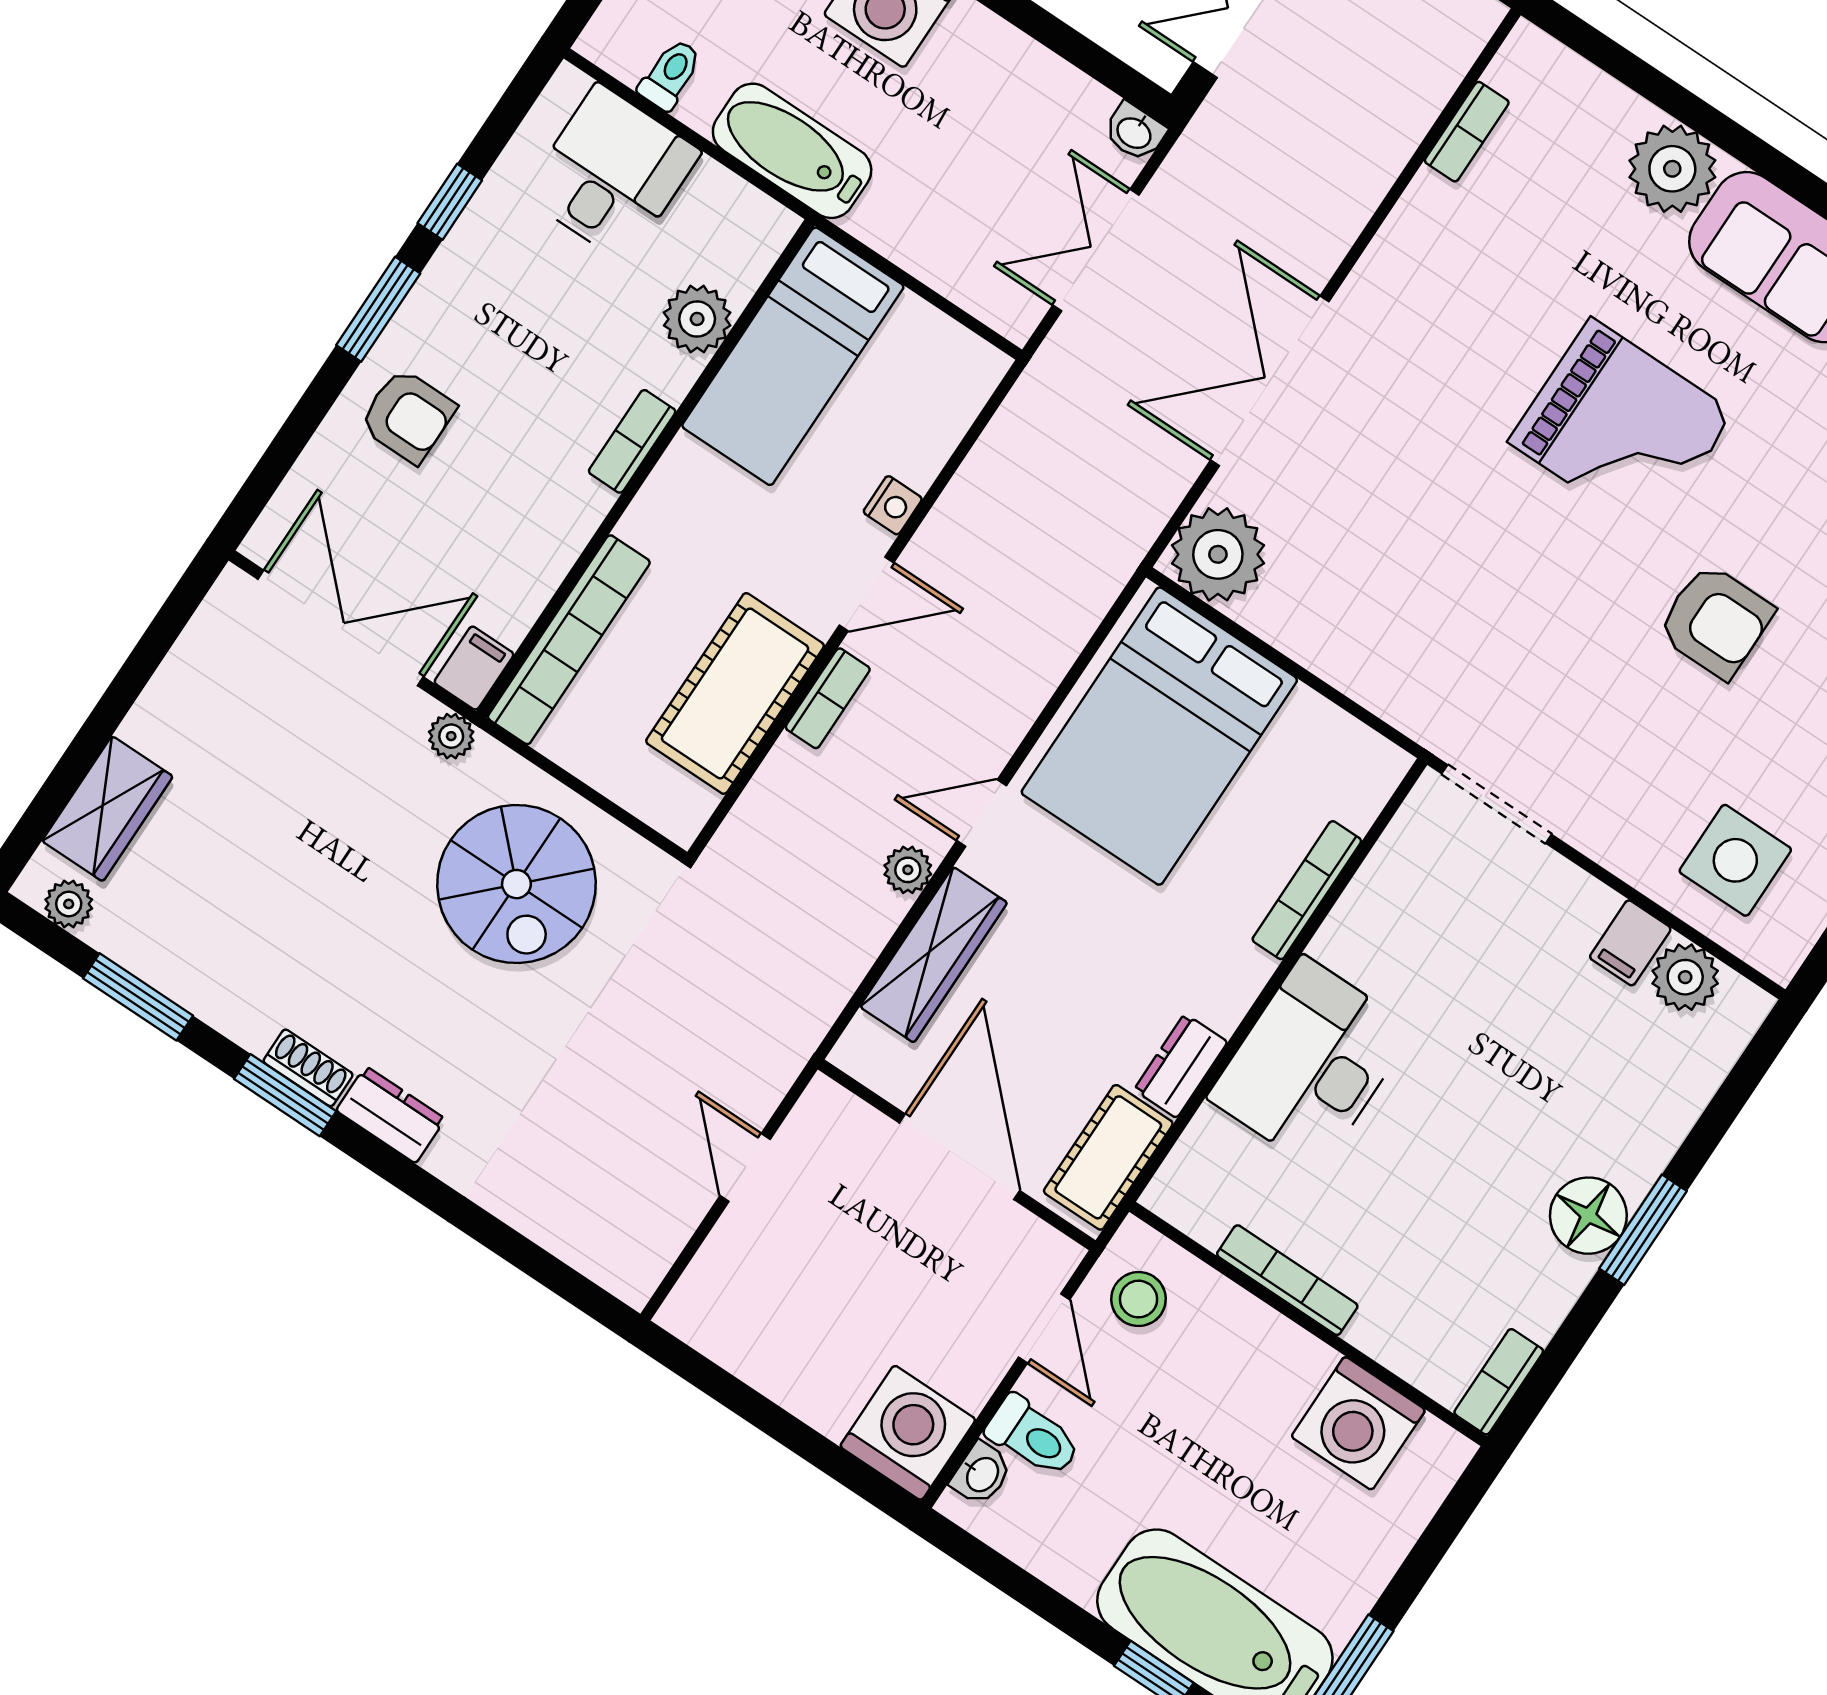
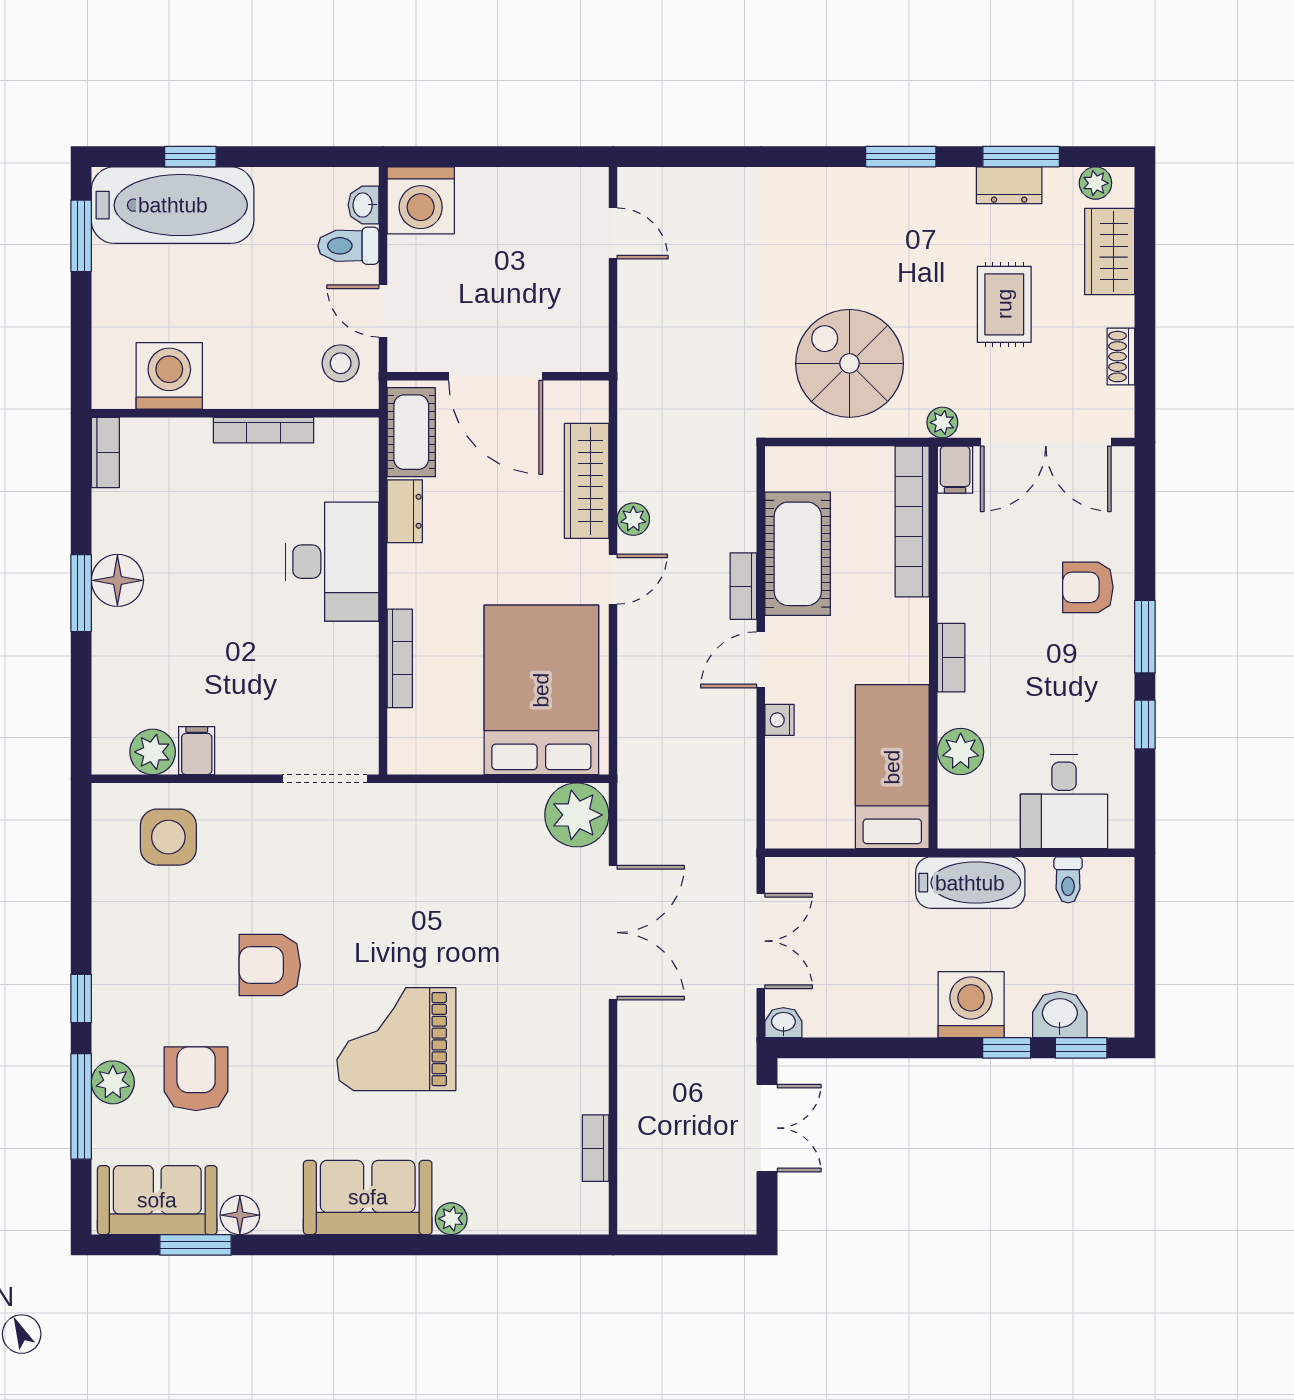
plant: (1672, 169) -> (451, 1219), width x0.53, depth x0.53
rug: (279, 830) -> (1004, 304), added
shoe rack: (308, 1068) -> (1121, 357), moved, turned 90
dresser: (391, 1115) -> (1009, 185), moved
door: (745, 1168) -> (613, 233), moved

